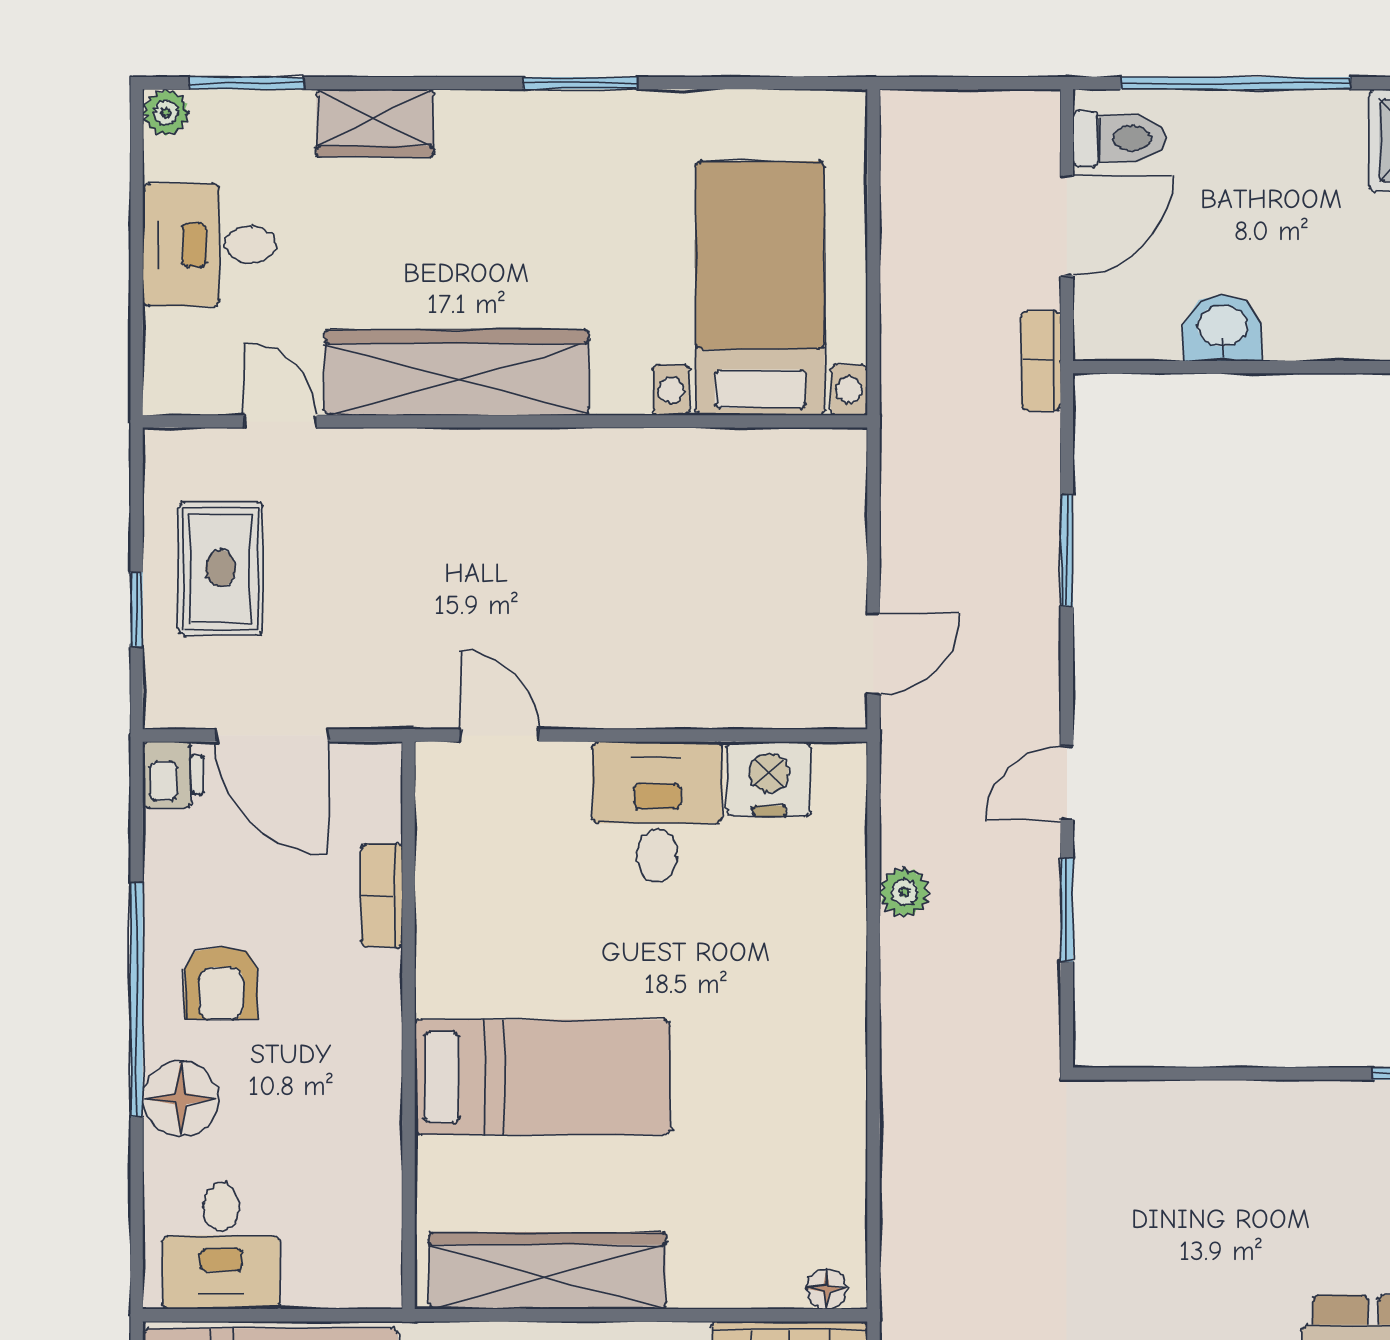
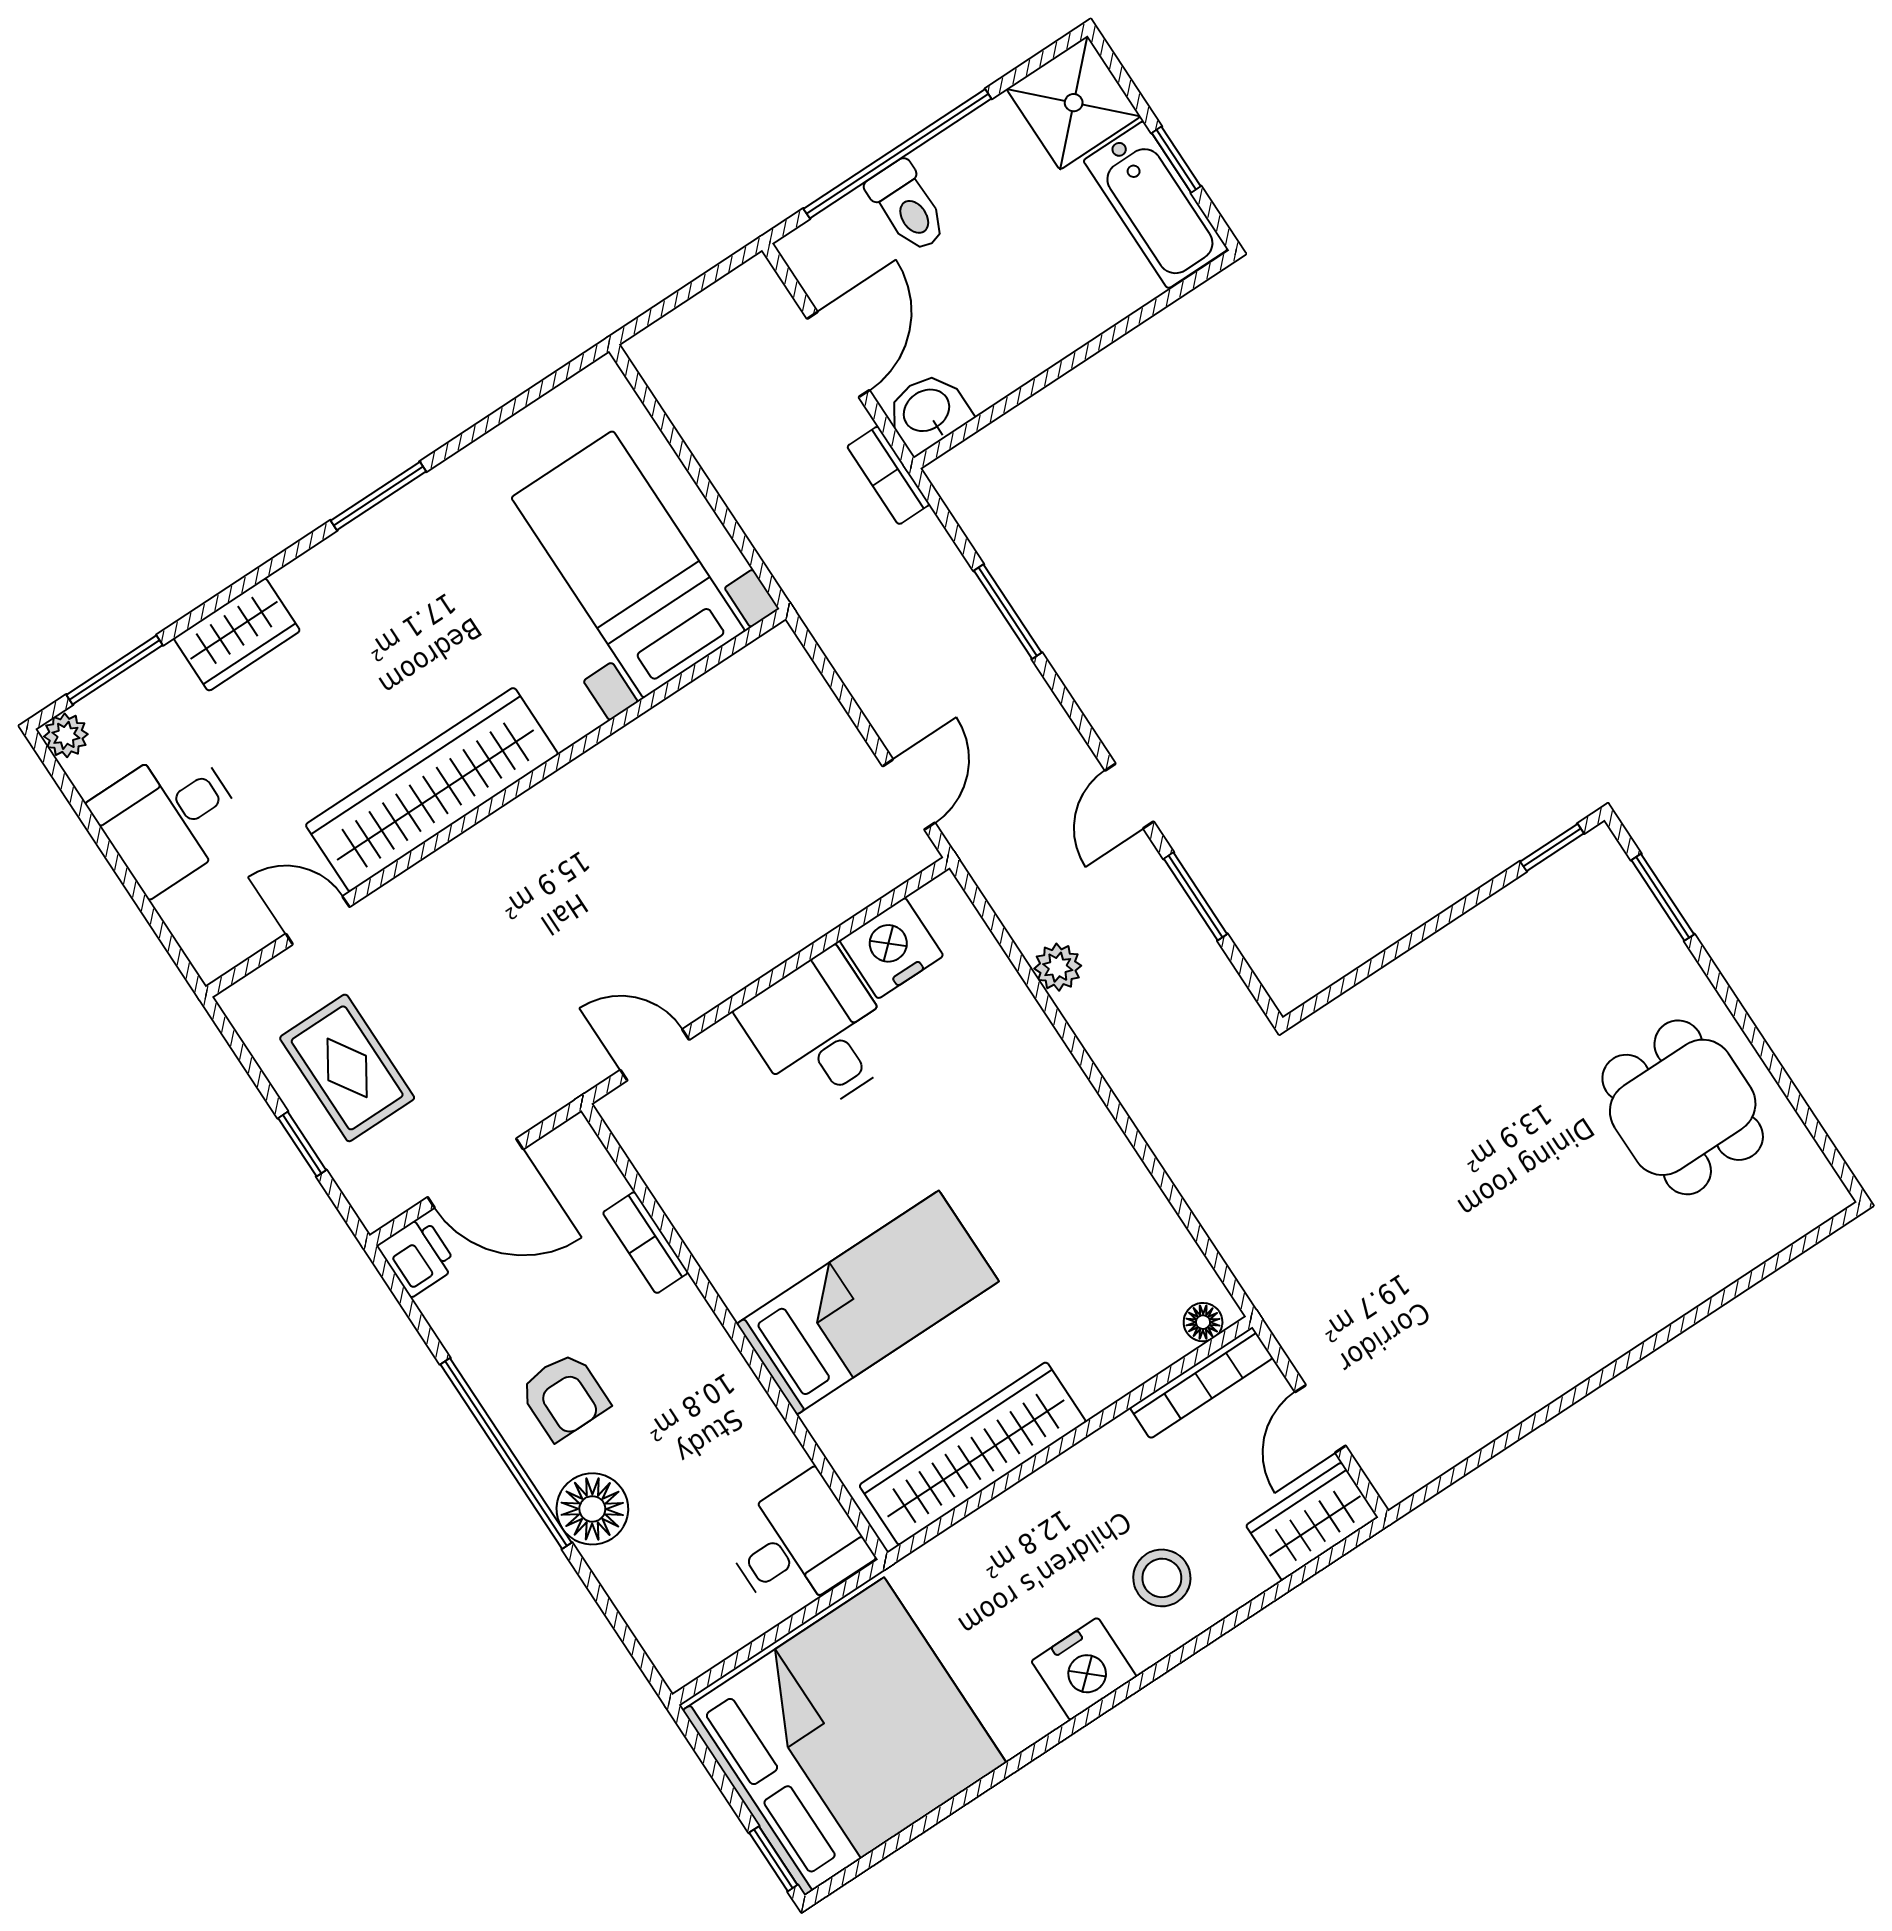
toilet: (1119, 138) -> (907, 207), moved, turned 90
washbasin: (1222, 328) -> (927, 412), moved
desk: (221, 1246) -> (796, 1545), moved, turned -90

